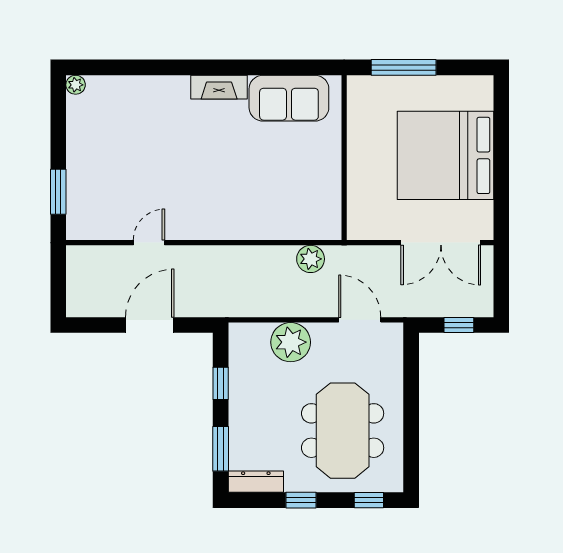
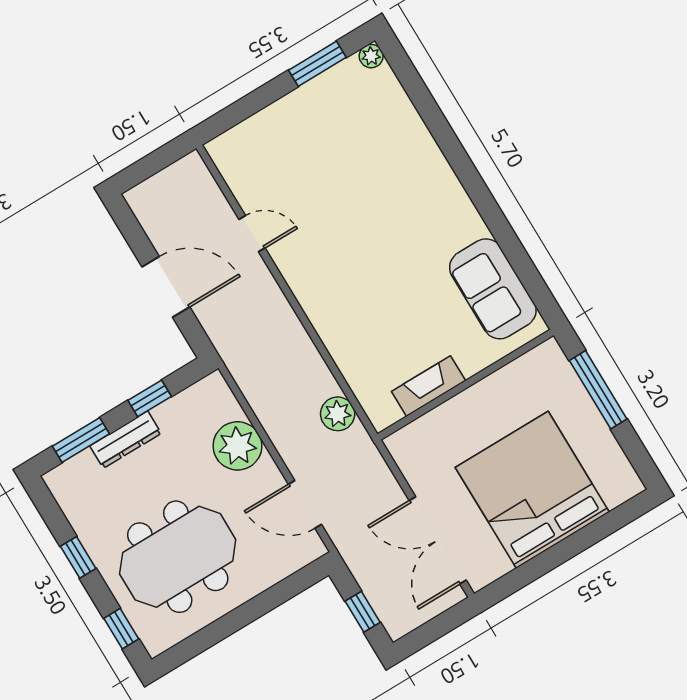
fireplace: (219, 87) -> (429, 386), moved, turned 90
window: (58, 192) -> (317, 64), moved
door: (360, 320) -> (305, 504), swing flipped
dresser: (256, 482) -> (126, 440), moved, turned 90

